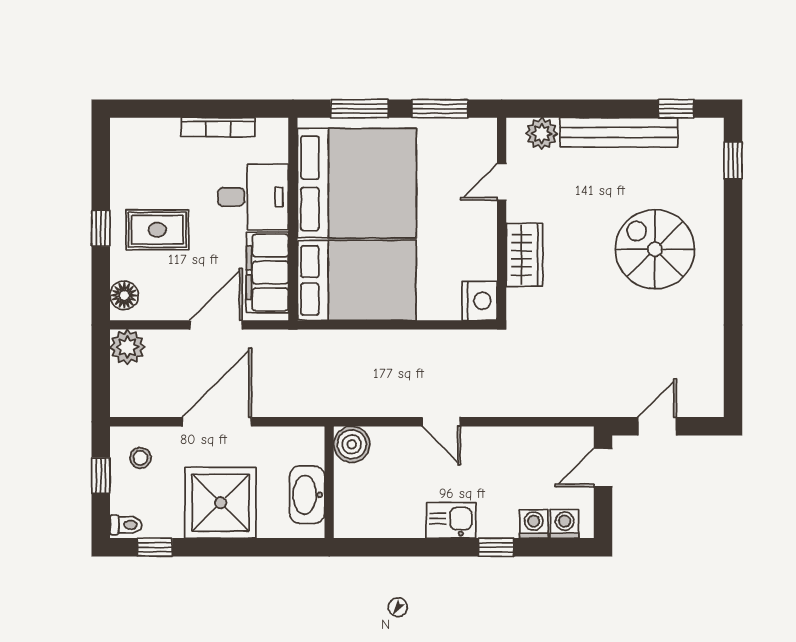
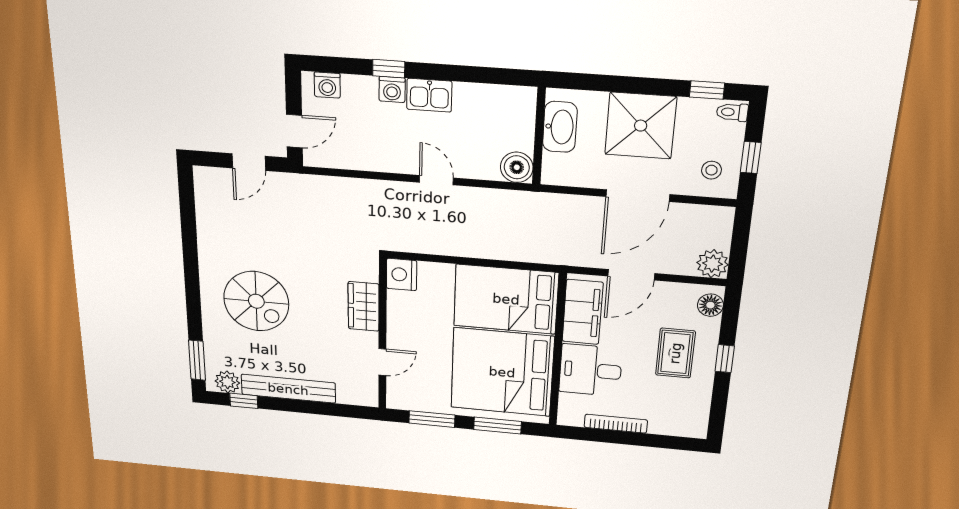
plant: (542, 134) -> (227, 382), moved
window: (733, 160) -> (197, 360), width x1.50
rug: (157, 230) -> (675, 353), turned 90
washing machine: (534, 524) -> (392, 89), moved

